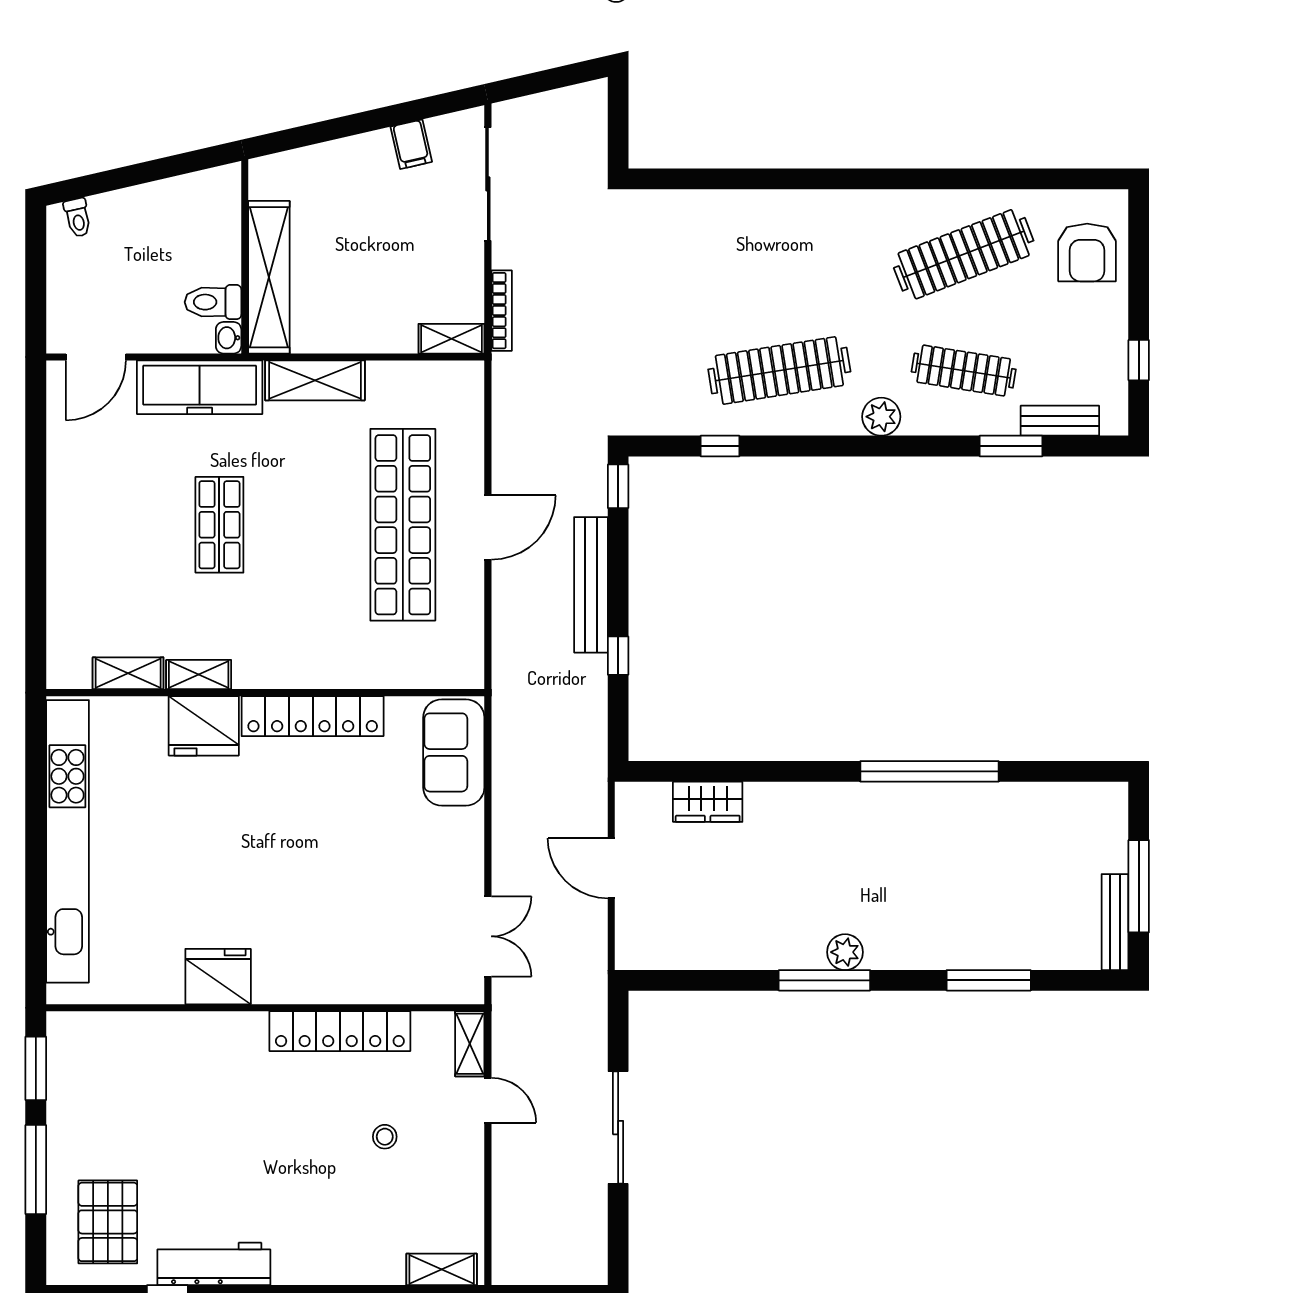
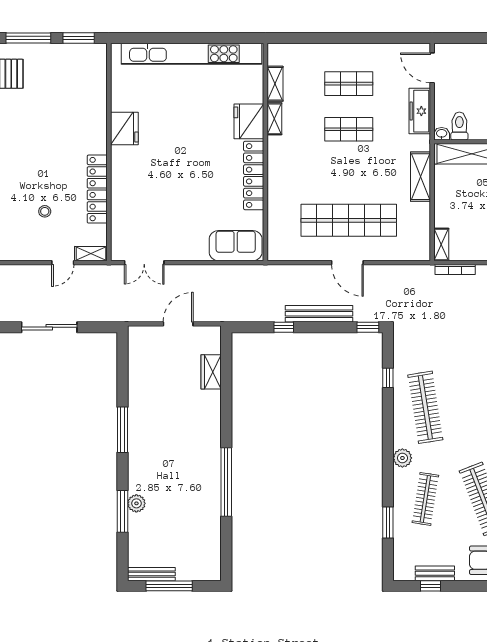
freezer: (200, 387) -> (420, 111), width x0.73, depth x0.79
bench: (1060, 421) -> (435, 573), moved, turned 90
shop shelf: (128, 525) -> (349, 84), added
plant: (845, 952) -> (136, 503), moved

